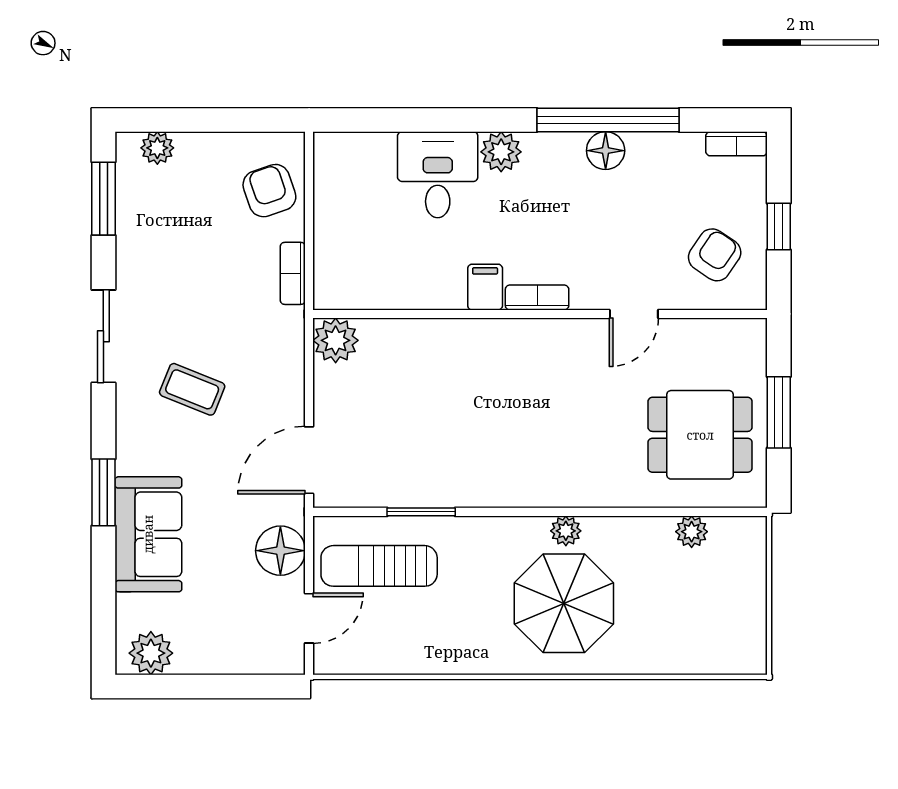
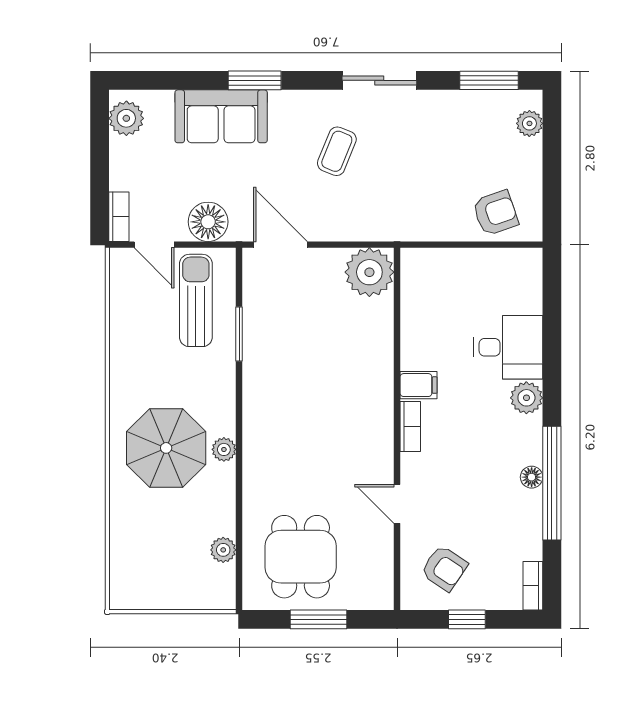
floor lamp: (606, 151) -> (532, 477), width x0.73, depth x0.73
bookcase: (293, 273) -> (119, 217), moved, turned 90
plant: (336, 340) -> (369, 272), width x1.36, depth x1.36

